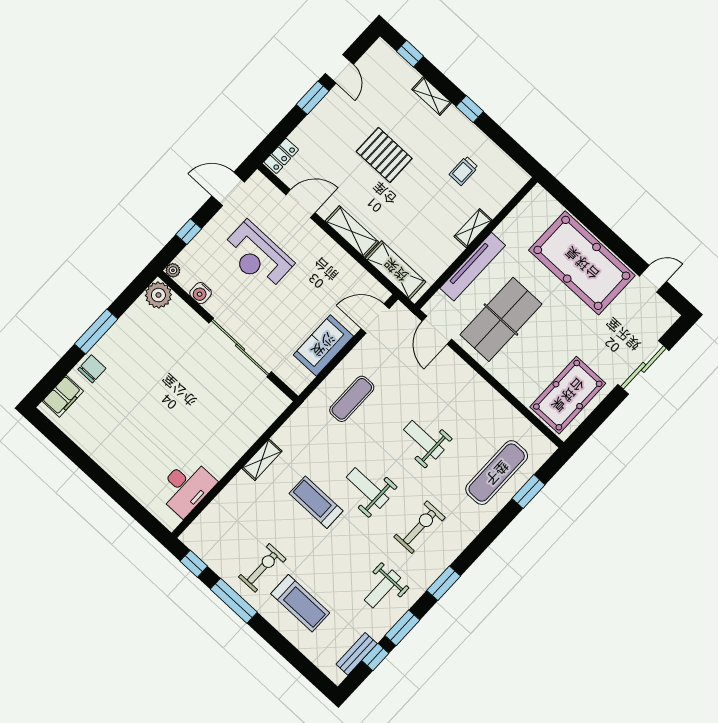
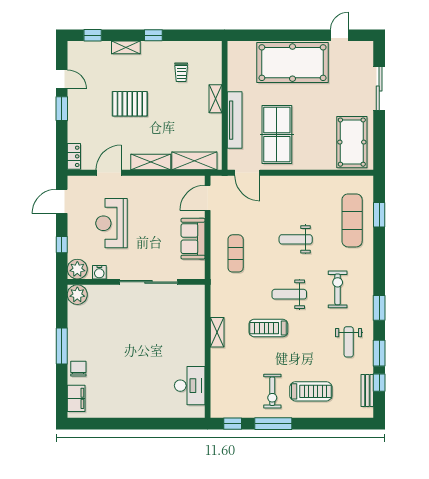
reception desk: (257, 256) -> (111, 223), turned 90
plant: (173, 270) -> (77, 269), width x1.87, depth x1.87
exercise bike: (262, 568) -> (272, 391), turned 180

